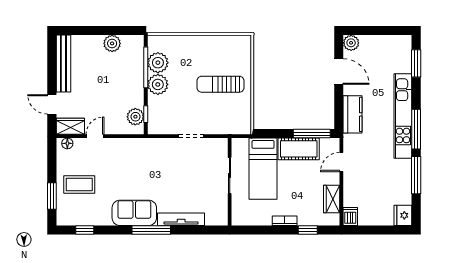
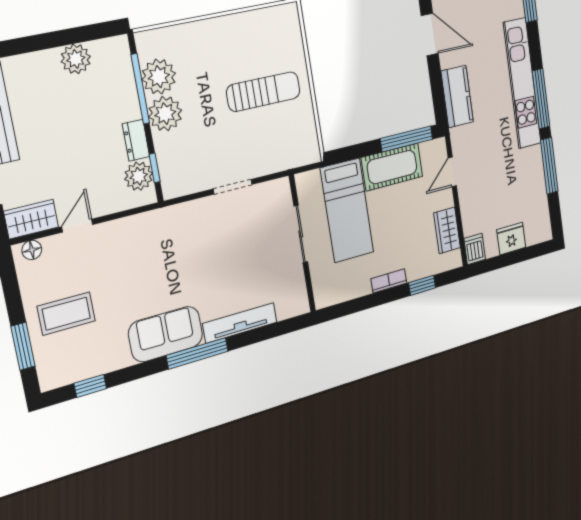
sun lounger: (220, 84) -> (263, 92), turned 180
dresser: (138, 96) -> (136, 140), added
fridge: (403, 215) -> (511, 239), moved, turned 90

